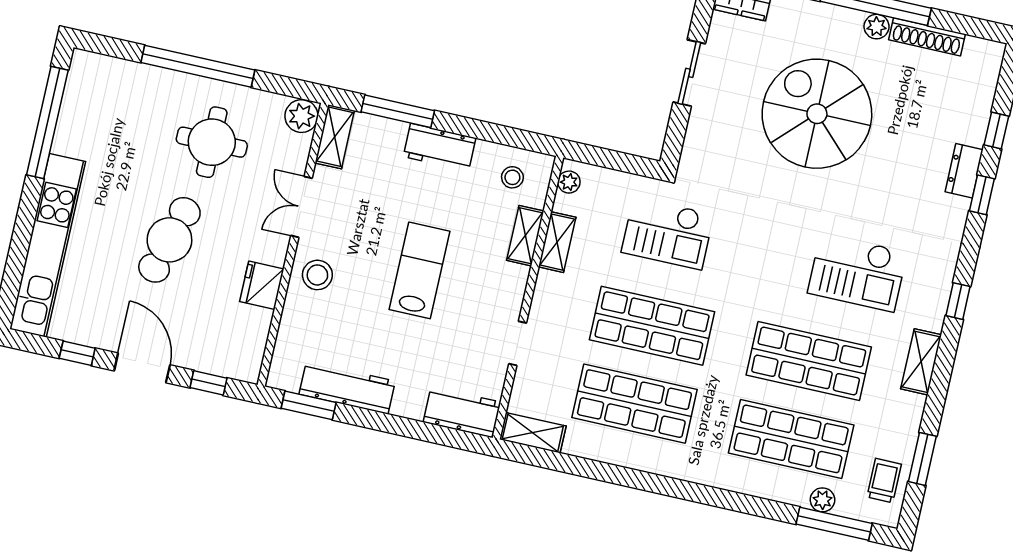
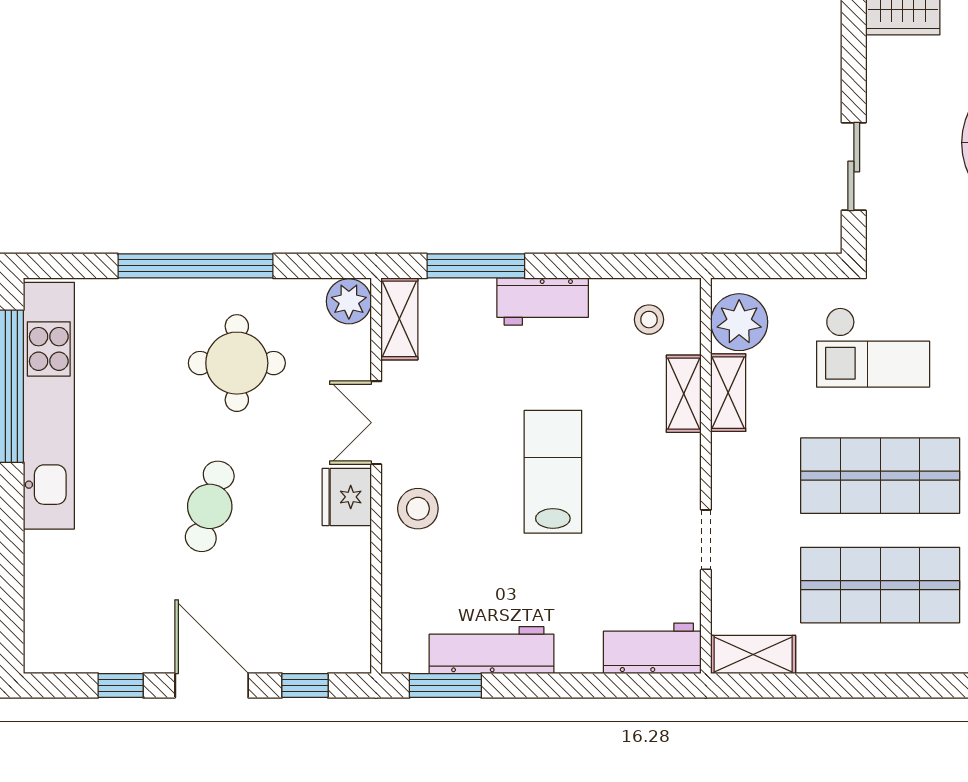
sliding door: (689, 73) -> (854, 166), moved
plant: (569, 182) -> (739, 322), width x1.87, depth x1.87
cafe table: (169, 240) -> (210, 506), width x0.73, depth x0.74
kitchen unit: (48, 245) -> (49, 406), moved
fridge: (262, 285) -> (347, 497), moved

